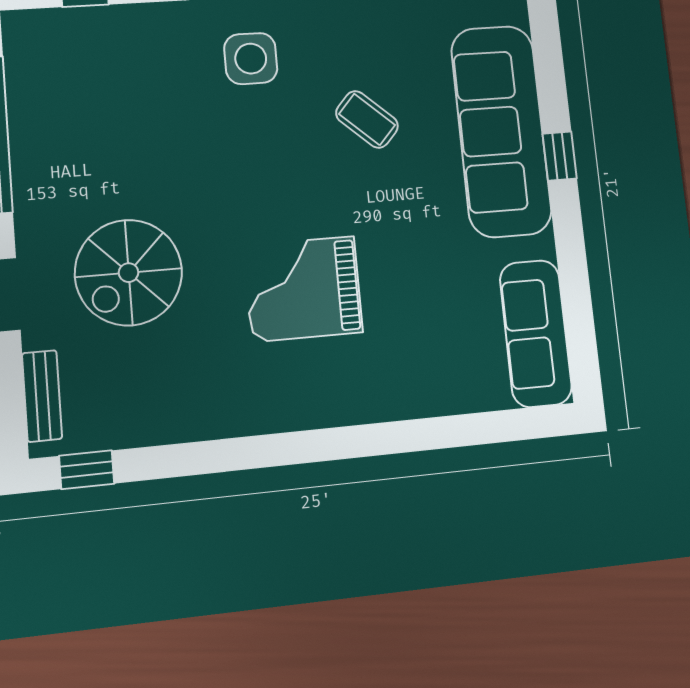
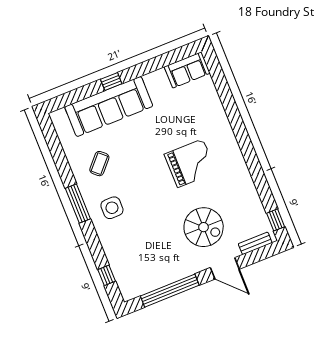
coffee table: (367, 119) -> (99, 164), moved
grand piano: (303, 289) -> (190, 163), turned -90
sofa: (536, 333) -> (187, 70), width x0.73

